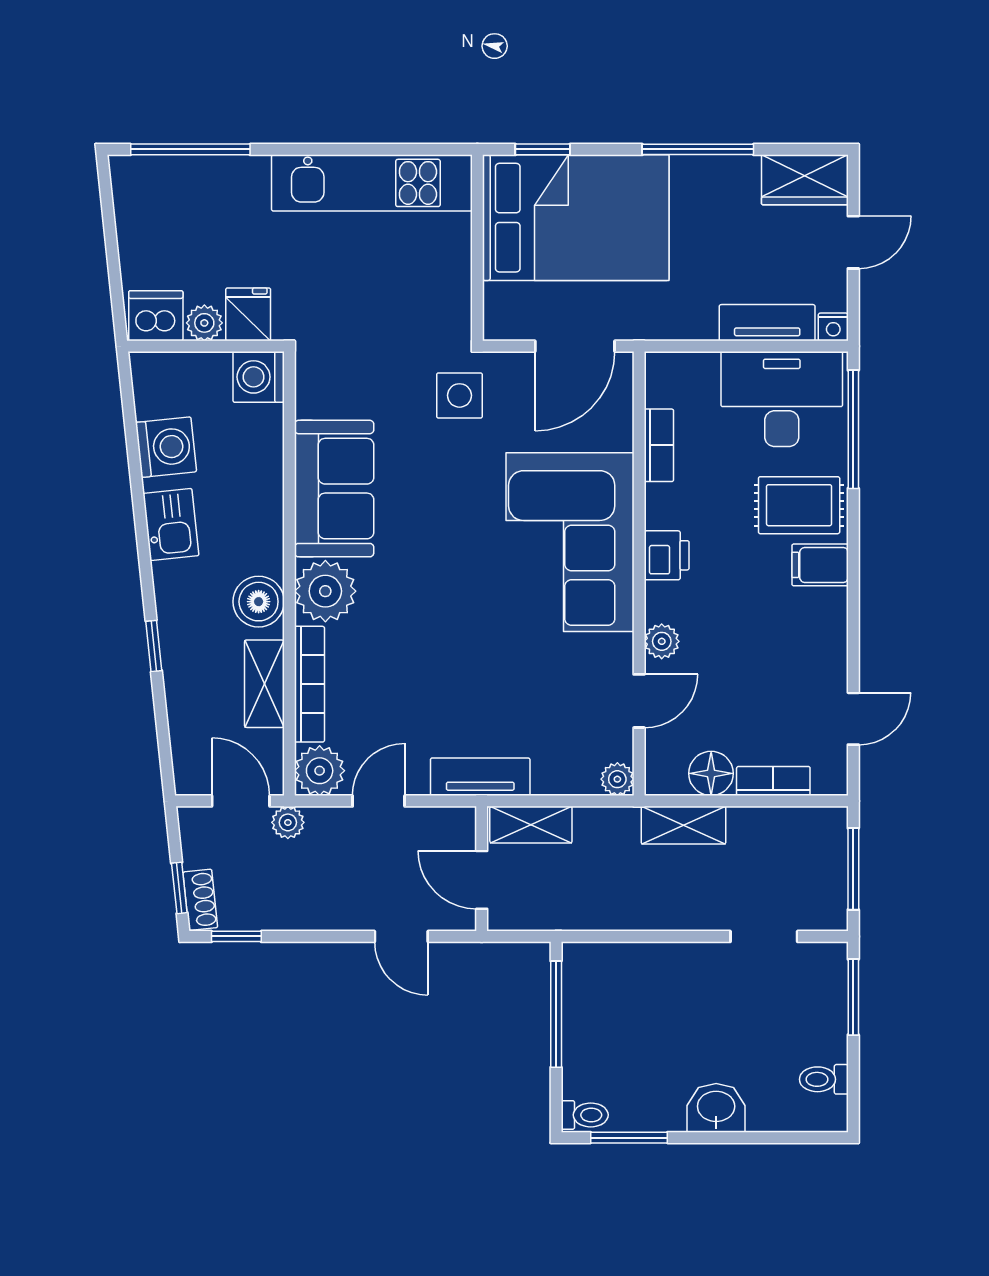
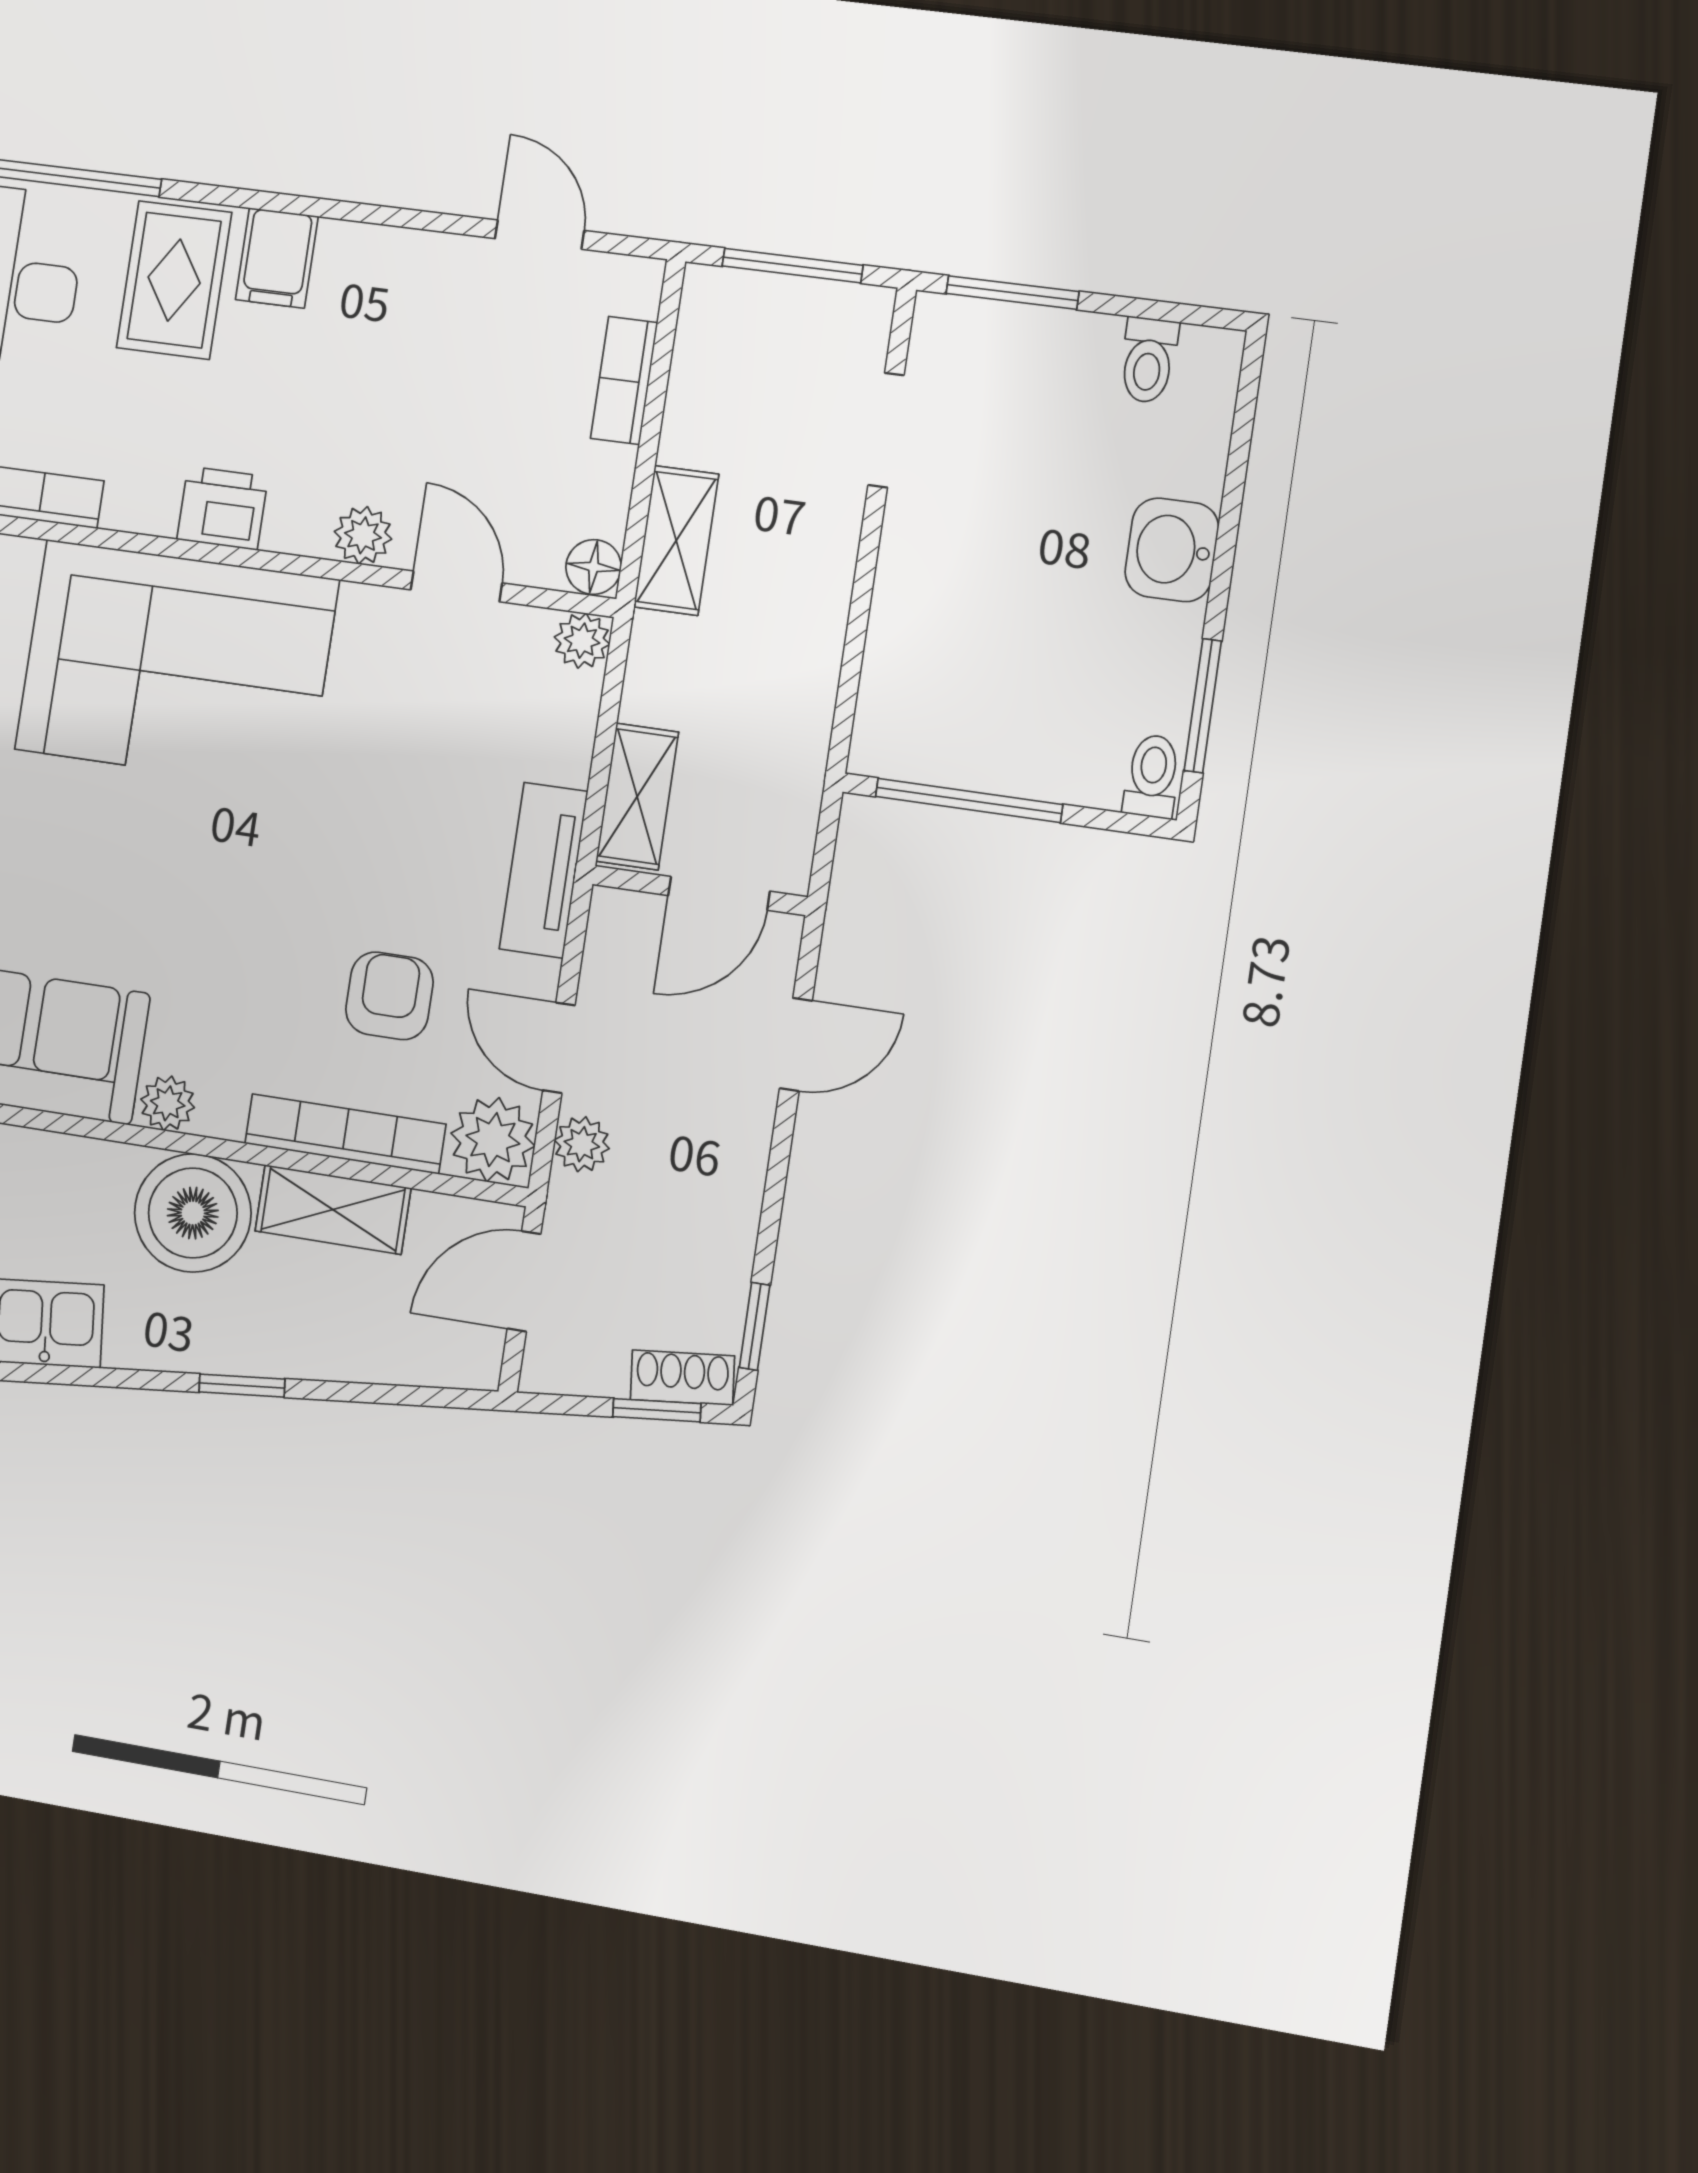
plant: (325, 591) -> (168, 1103), width x0.53, depth x0.53
boiler: (259, 602) -> (193, 1213), width x1.37, depth x1.37
armchair: (394, 698) -> (389, 996), added
floor lamp: (711, 773) -> (594, 567), moved, width x0.73, depth x0.73
plant: (288, 822) -> (582, 1144), moved

